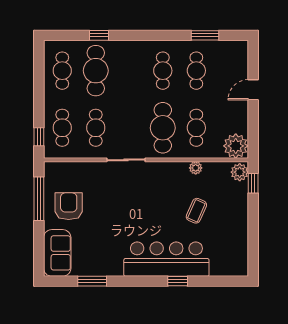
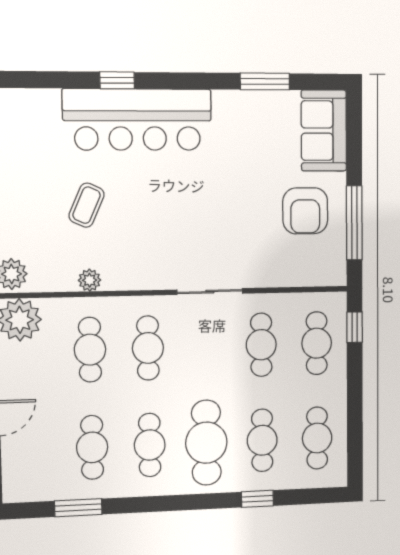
cafe table: (96, 71) -> (262, 440), width x0.73, depth x0.74
cafe table: (129, 71) -> (206, 443), added
cafe table: (163, 128) -> (148, 348), width x0.73, depth x0.74

